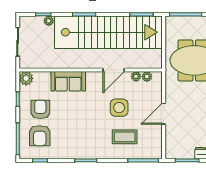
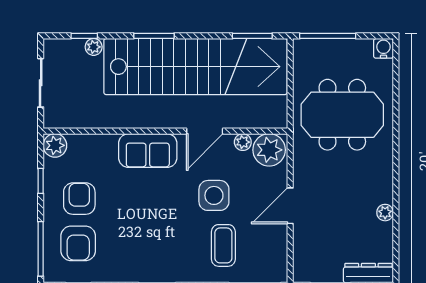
plant: (147, 77) -> (269, 150), width x1.87, depth x1.87
sofa: (68, 81) -> (148, 151), moved
coffee table: (125, 137) -> (223, 245), turned 90

